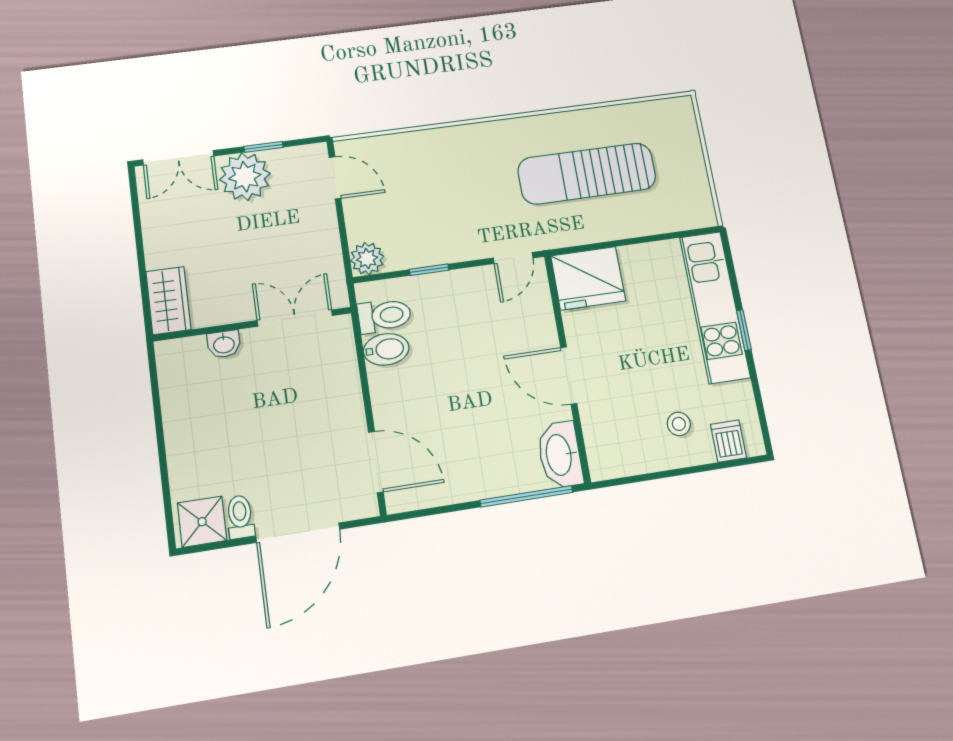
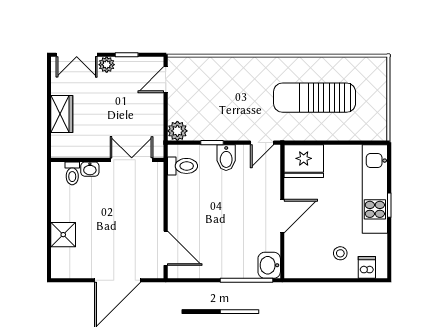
plant: (245, 177) -> (107, 65), width x0.53, depth x0.53
door: (335, 178) -> (166, 80), swing flipped
wardrobe: (168, 301) -> (62, 114), moved
bidet: (386, 349) -> (226, 158), moved, turned 90
door: (569, 375) -> (282, 216), swing flipped
washbasin: (560, 455) -> (269, 265), width x0.72
toilet: (240, 517) -> (72, 173), moved, turned 180
shower: (202, 522) -> (63, 235), moved

